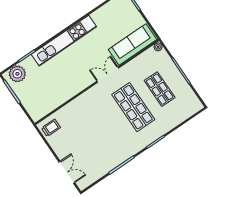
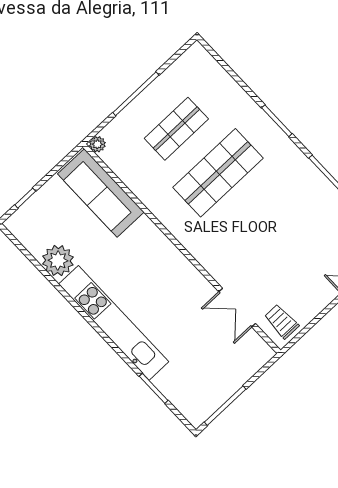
plant: (17, 74) -> (58, 261), moved
double door: (108, 75) -> (237, 308), moved

